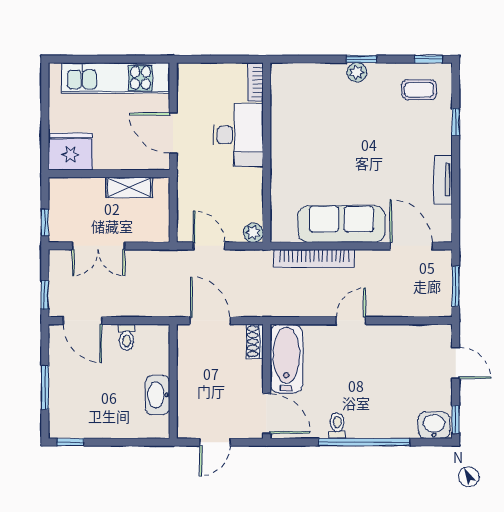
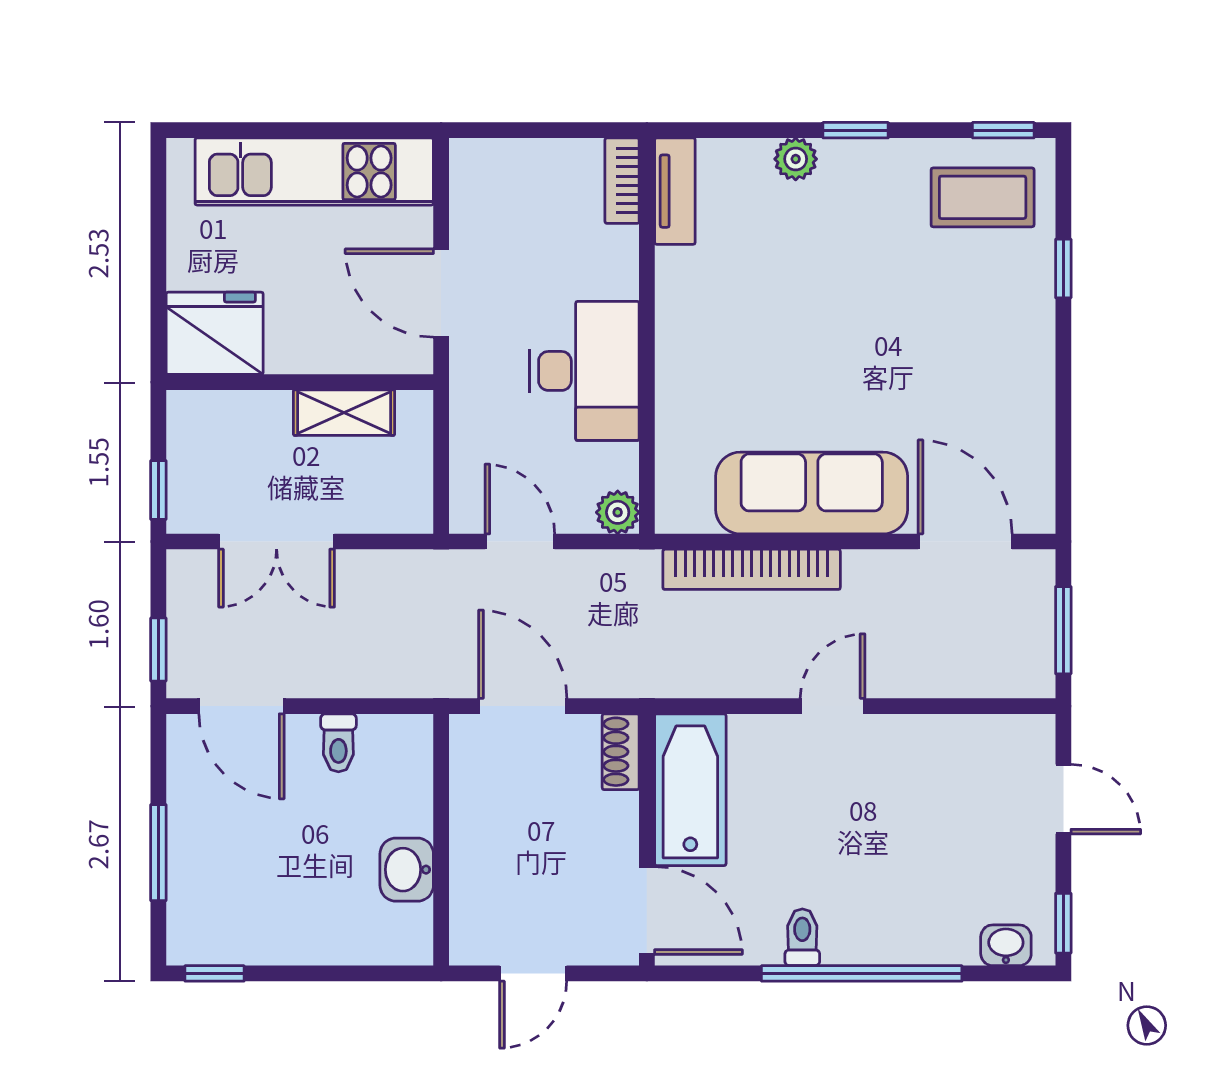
plant: (357, 72) -> (796, 159), moved
coffee table: (419, 90) -> (983, 197), width x1.36, depth x1.30
desk: (238, 135) -> (584, 371), moved
tv unit: (443, 180) -> (675, 191), moved, turned 180
washbasin: (158, 395) -> (407, 870), width x0.72
washbasin: (434, 425) -> (1006, 945), width x0.72, depth x0.69

